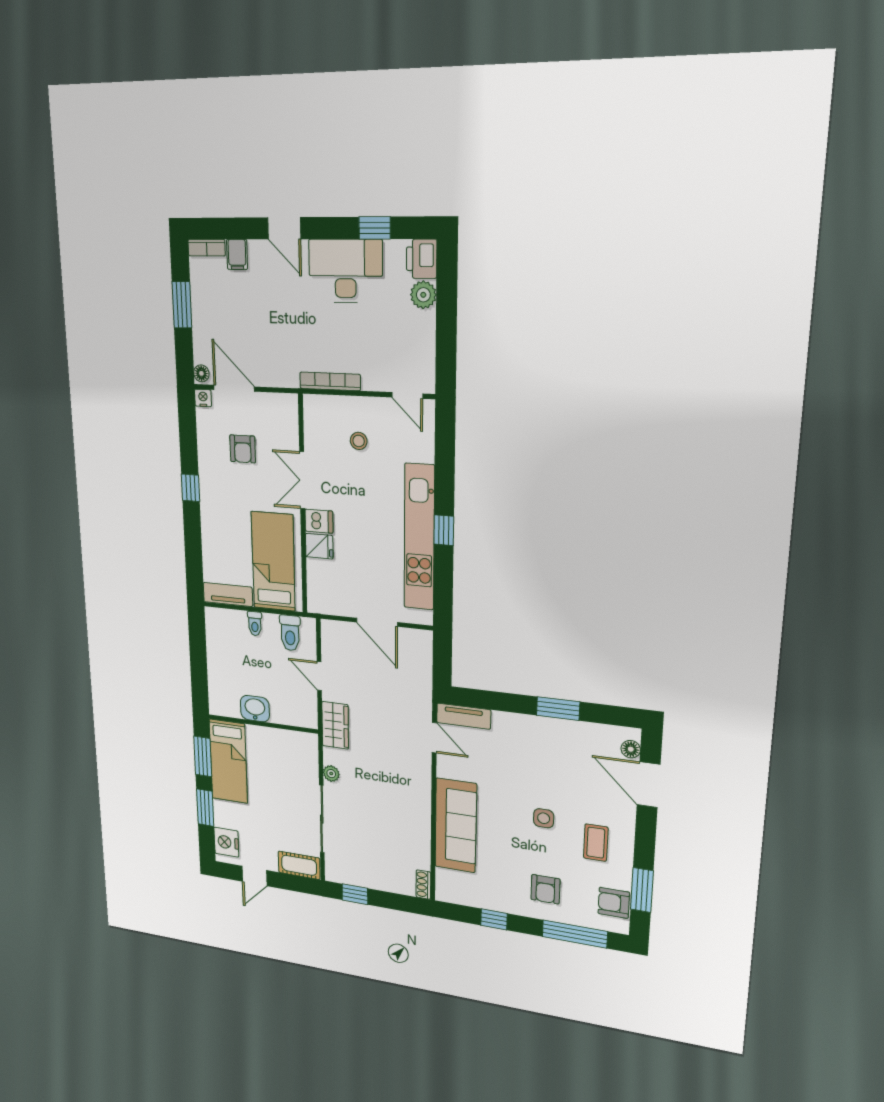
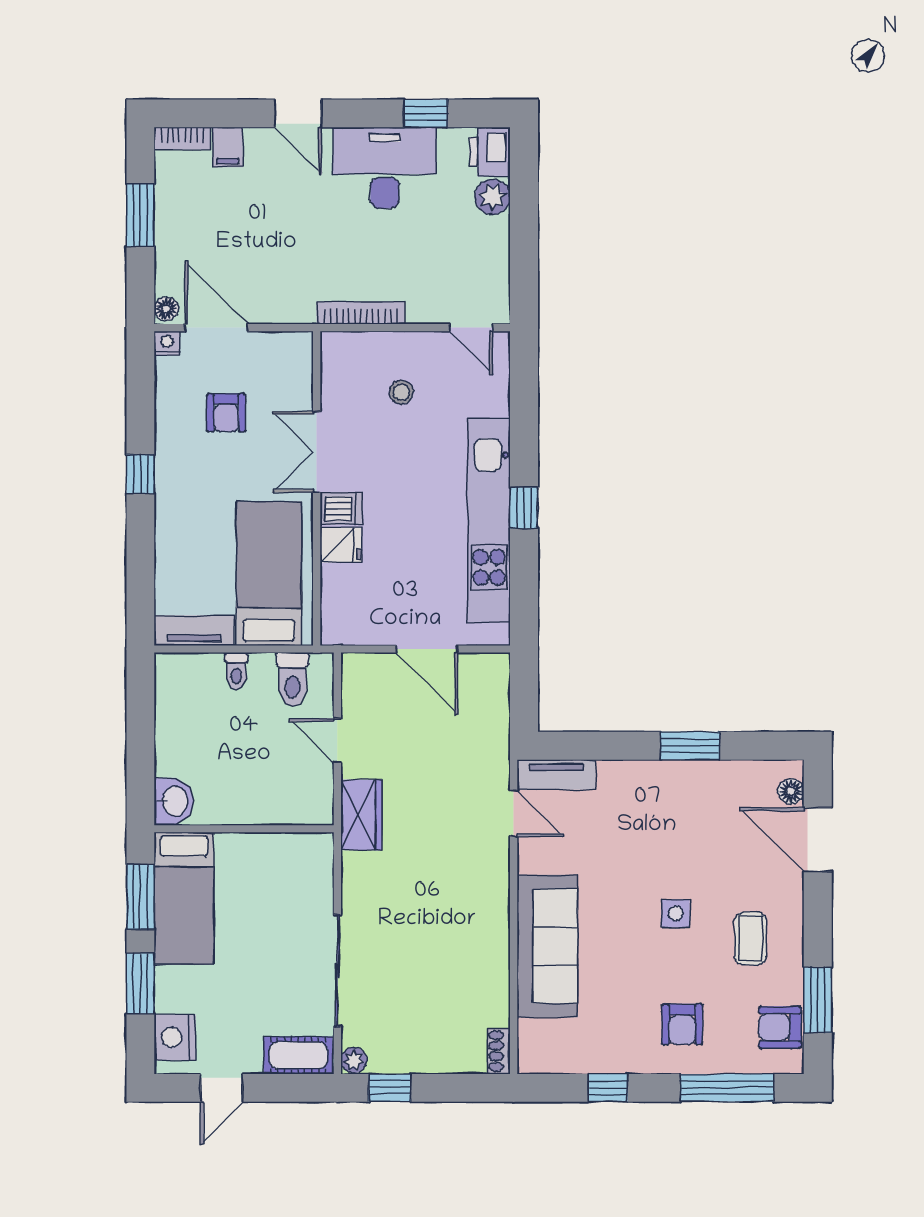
washbasin: (255, 709) -> (174, 801), moved, turned 90
plant: (331, 774) -> (354, 1060), moved

